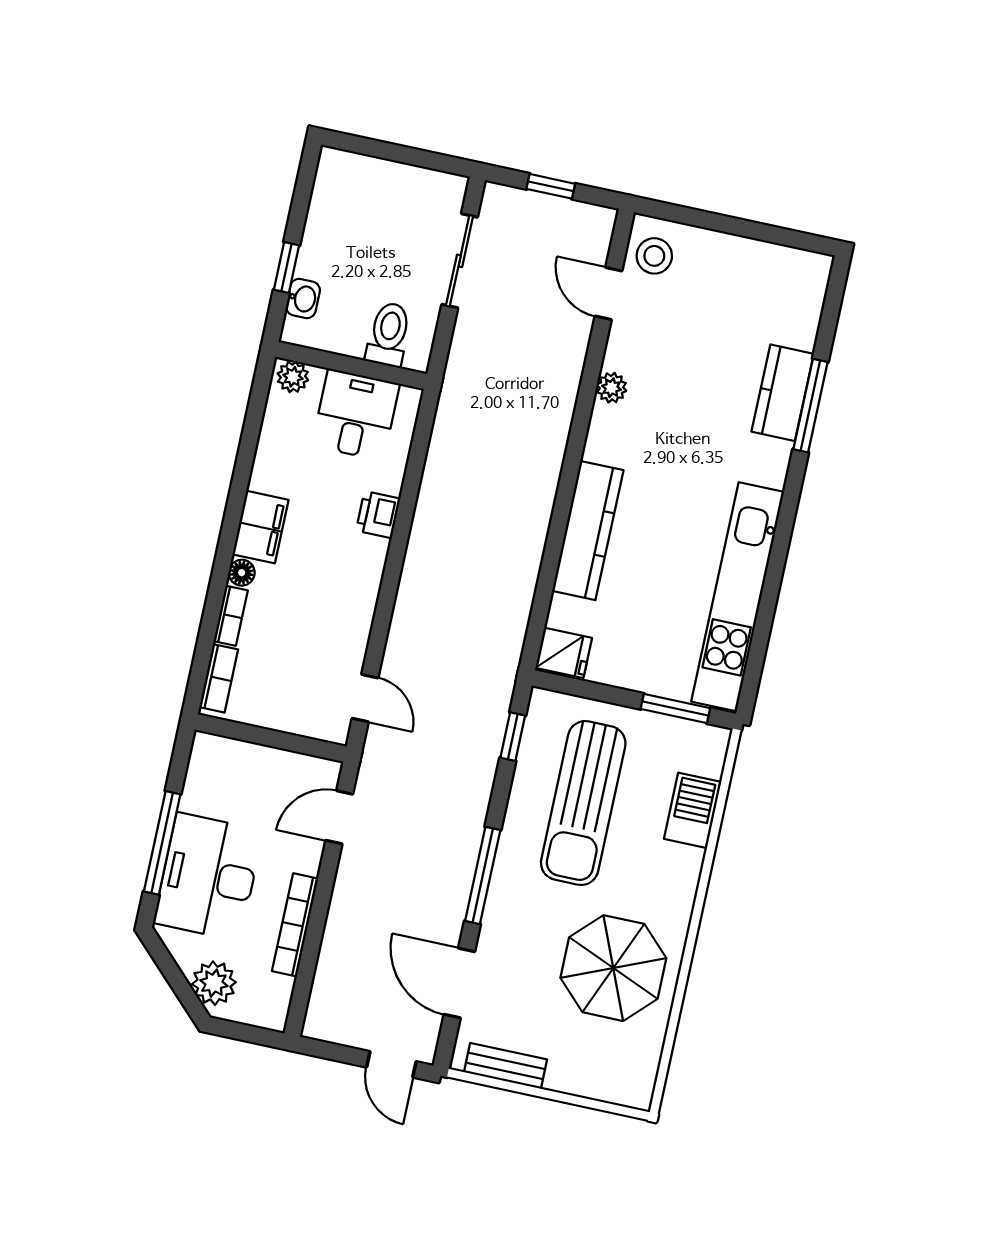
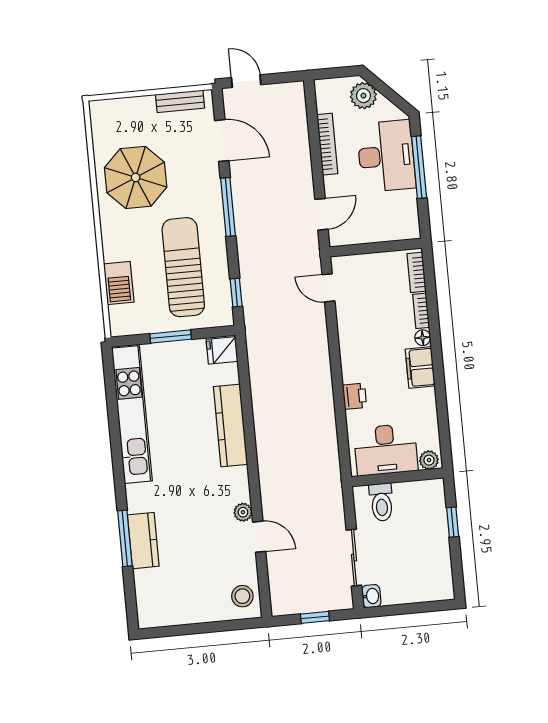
door: (609, 294) -> (259, 537), moved
washbasin: (303, 299) -> (371, 596), moved, turned 180
desk: (356, 415) -> (386, 450), width x1.37
window: (675, 709) -> (171, 336), moved

